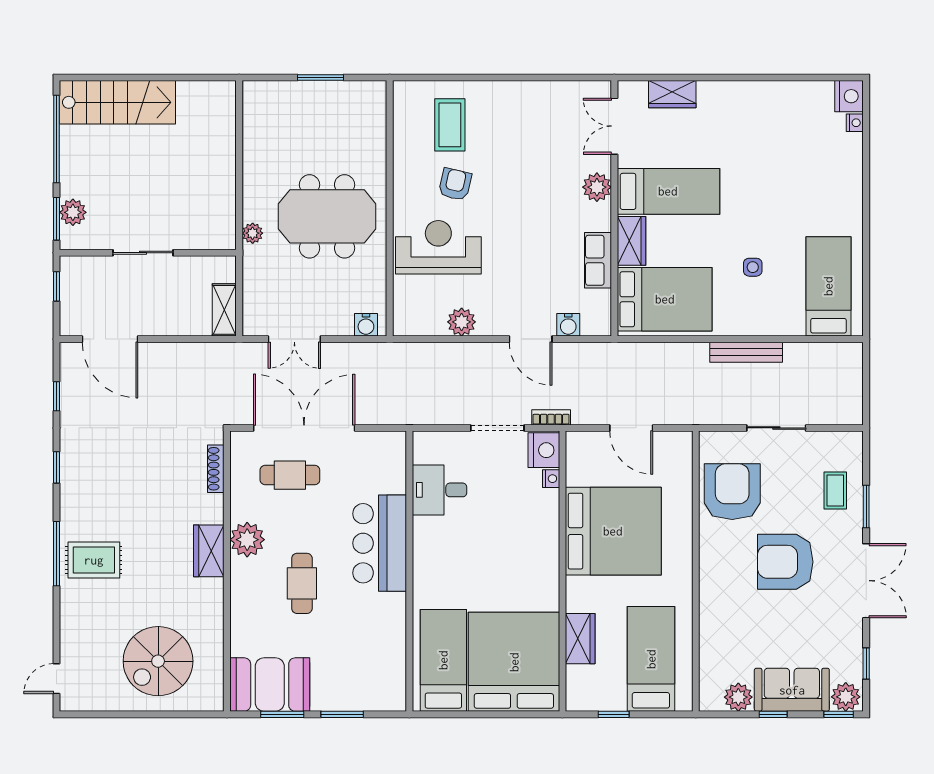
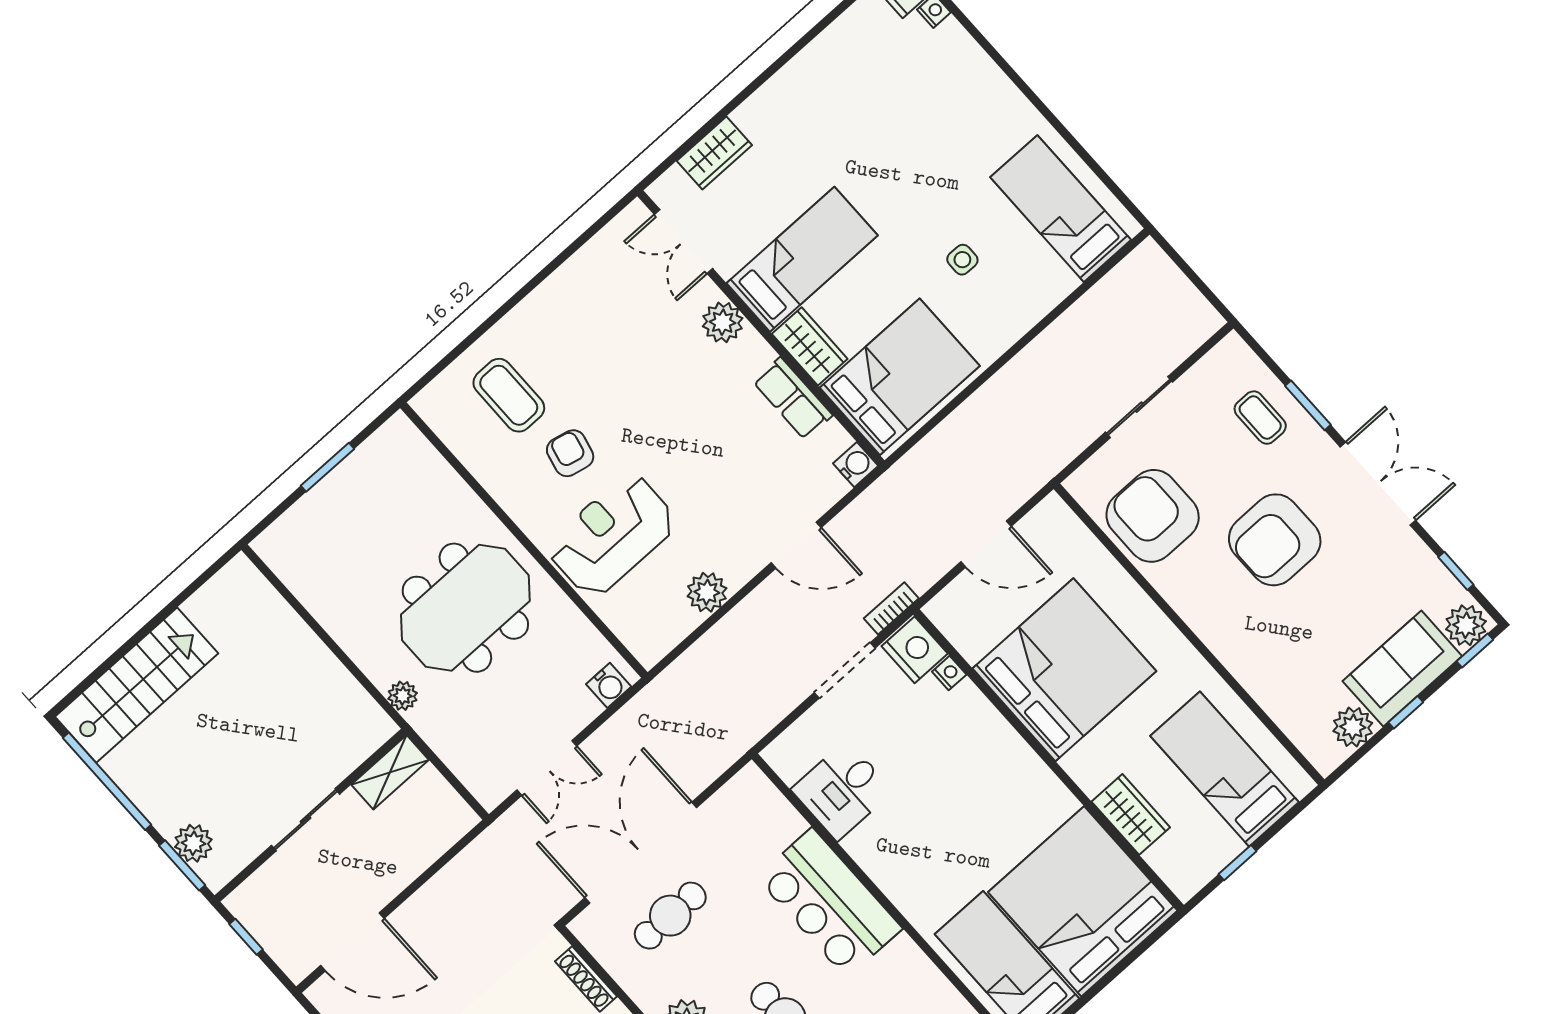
shelving: (224, 310) -> (390, 772), moved, turned 90
water cooler: (568, 325) -> (856, 465), moved, turned -90
bench: (746, 352) -> (1036, 356), removed

